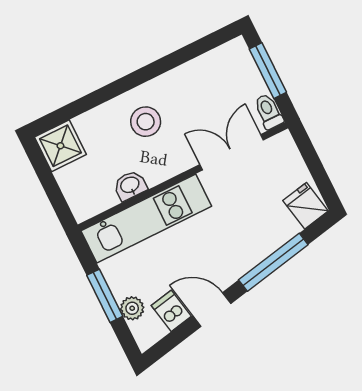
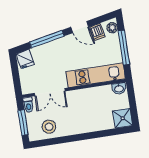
stool: (146, 122) -> (49, 127), moved
washbasin: (130, 185) -> (119, 88), moved
window: (105, 296) -> (124, 48), width x1.44
plant: (132, 308) -> (112, 28), moved

